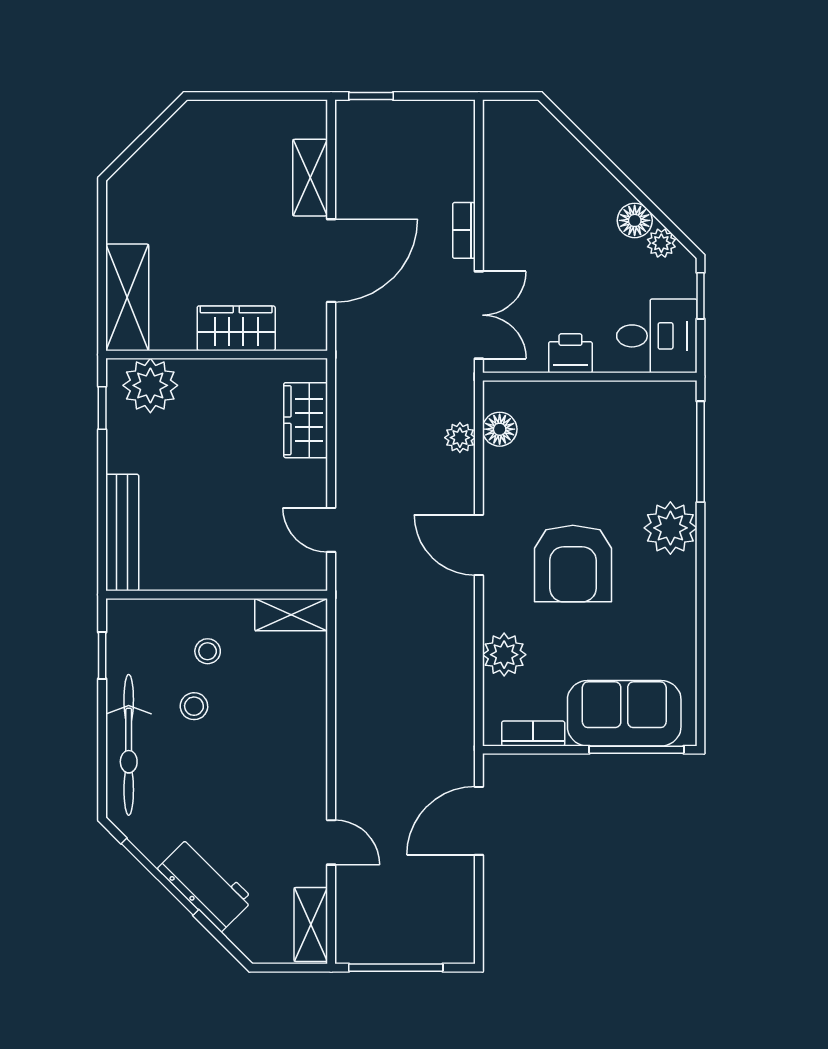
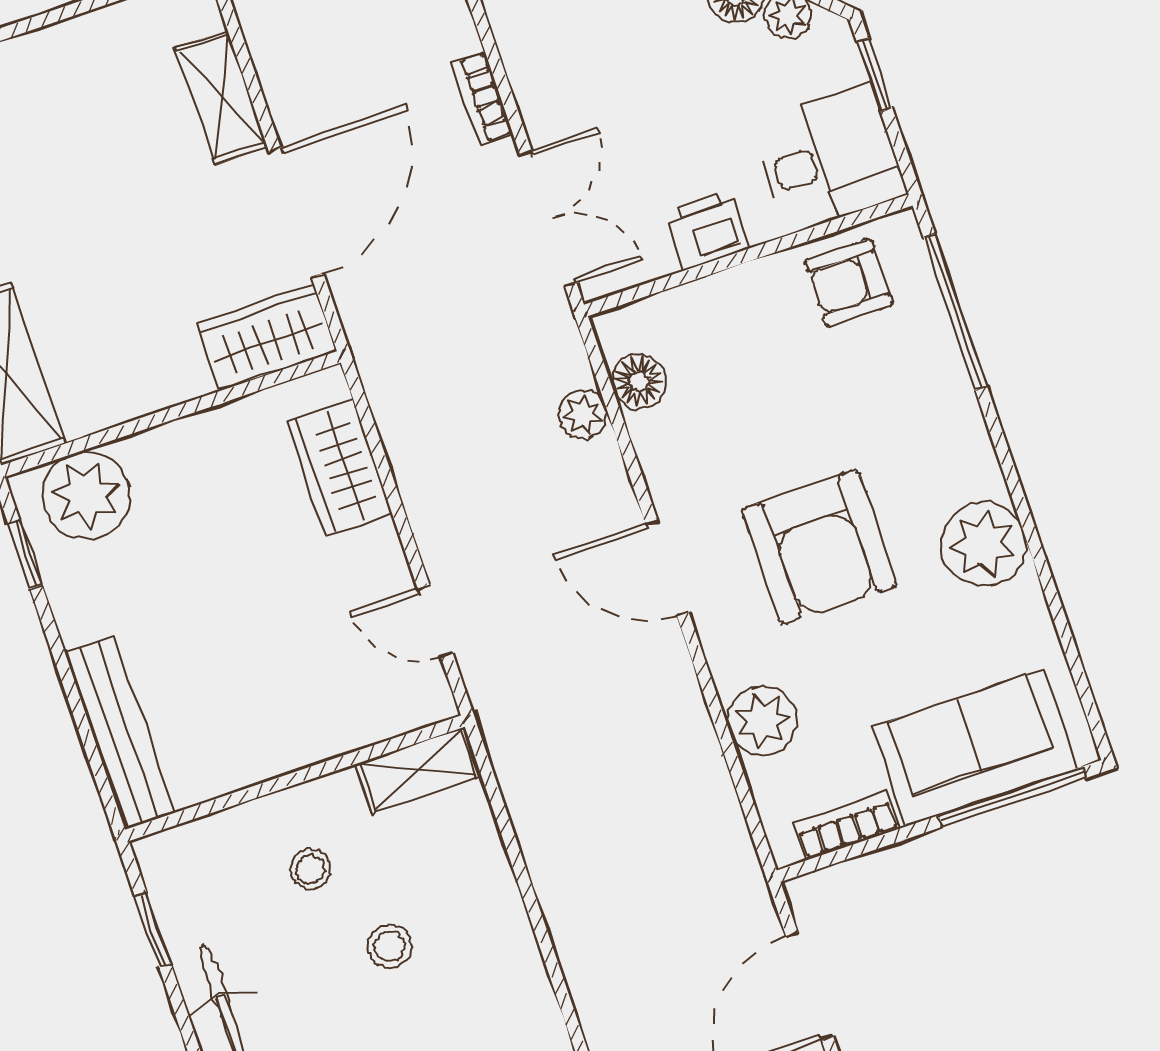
wardrobe: (236, 328) -> (267, 337), moved
armchair: (644, 413) -> (849, 283), added
plant: (670, 528) -> (983, 544), moved
stool: (194, 706) -> (389, 946), moved

